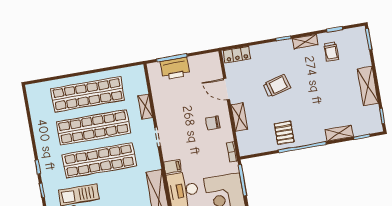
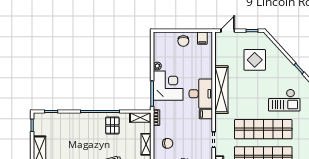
shelving: (339, 133) -> (140, 118), moved

